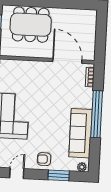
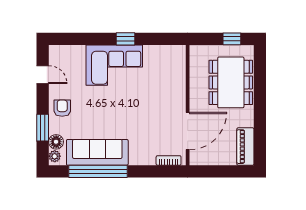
piano: (82, 16) -> (245, 147), added
window: (97, 114) -> (98, 171), moved
floor lamp: (70, 165) -> (56, 142), added

